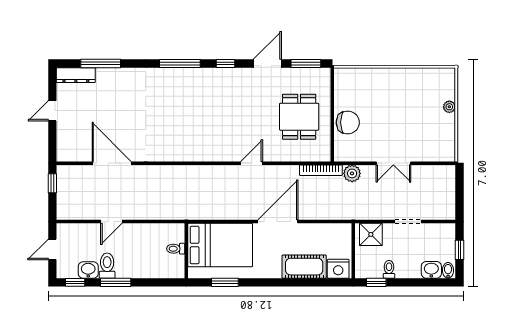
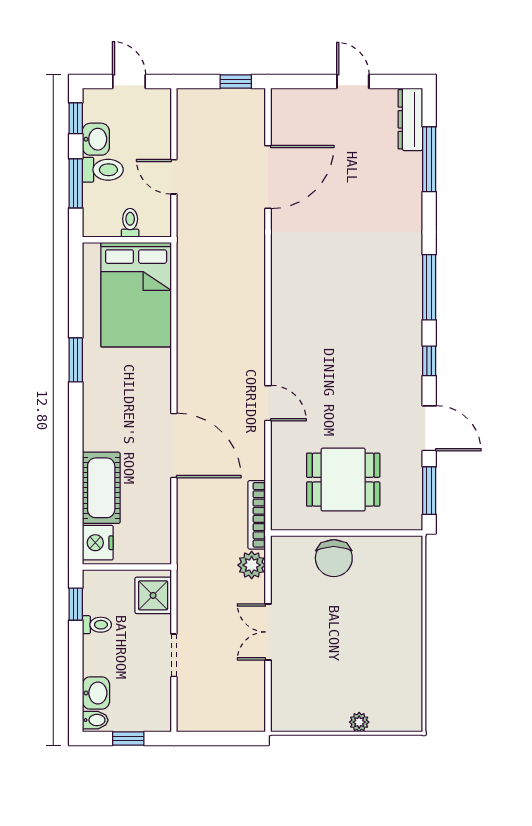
bed: (220, 245) -> (136, 295), moved
toilet: (176, 249) -> (130, 223), moved
wall: (186, 251) -> (127, 240), moved

